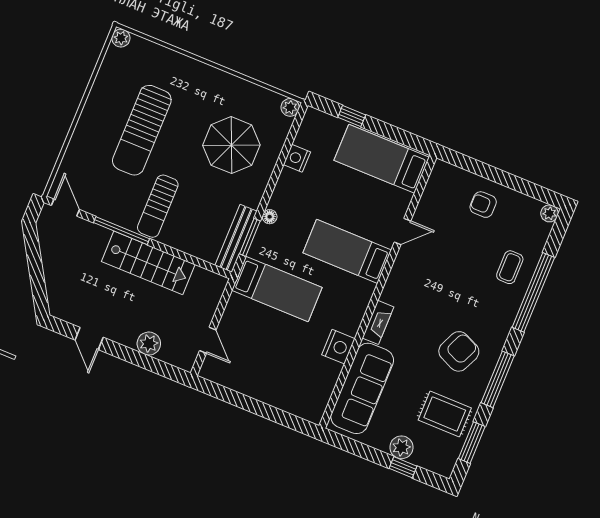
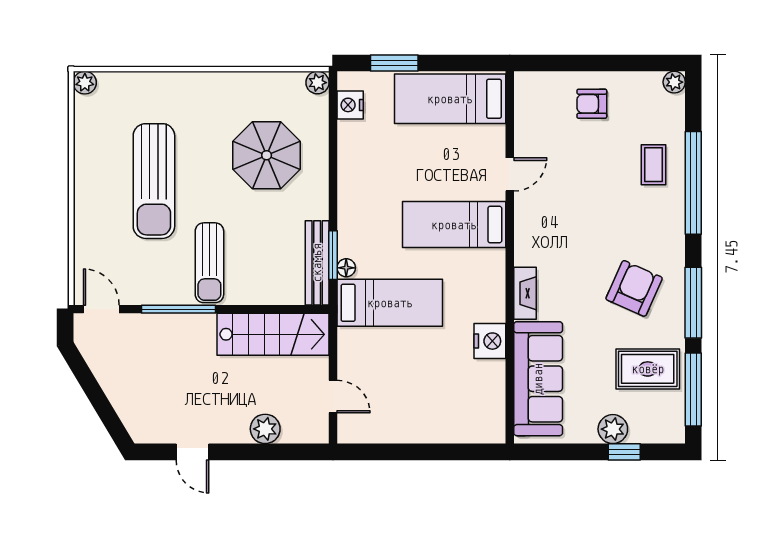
window: (352, 116) -> (394, 63), width x1.50
nightstand: (297, 158) -> (350, 105), moved
floor lamp: (270, 217) -> (346, 268), moved
stairs: (148, 263) -> (273, 334), moved
window: (472, 443) -> (693, 390), width x1.44

